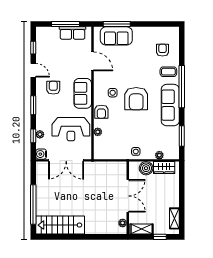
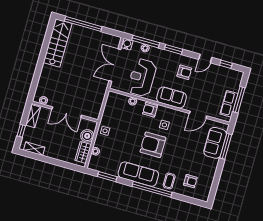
window: (33, 136) -> (146, 42), width x2.17

